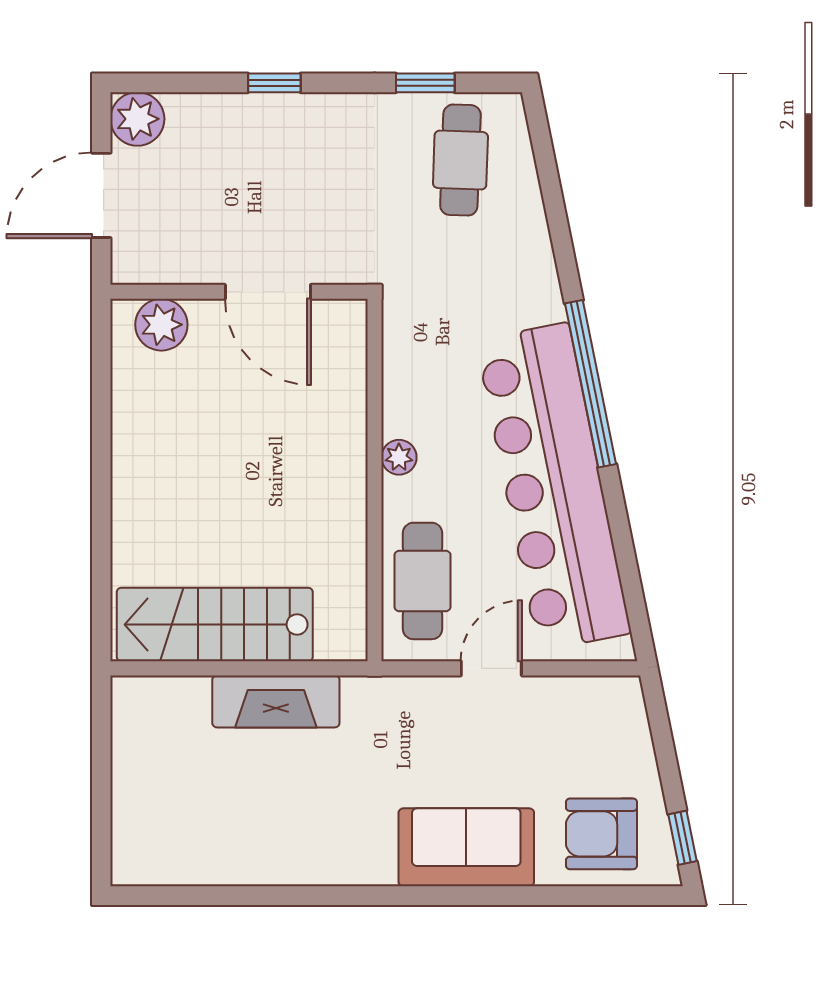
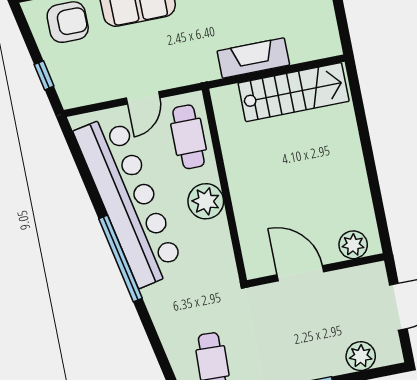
plant: (137, 119) -> (361, 356), moved
plant: (399, 457) -> (206, 201), width x1.87, depth x1.87
window: (682, 838) -> (44, 75), moved

